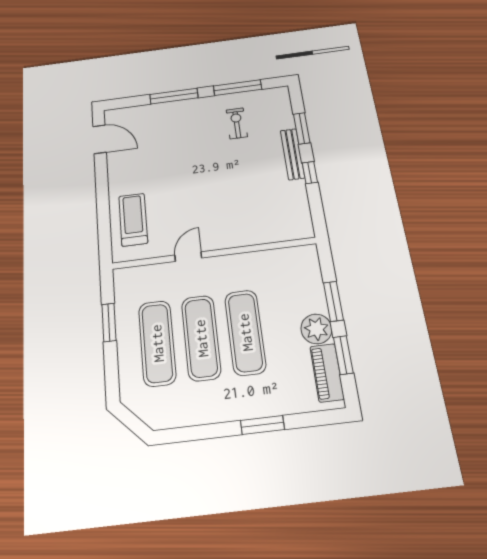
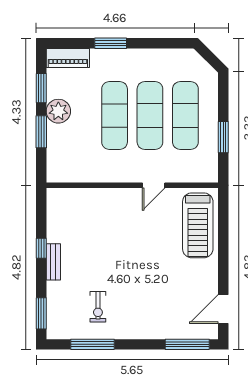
window: (174, 96) -> (187, 344), moved
window: (302, 128) -> (41, 313), moved
door: (100, 139) -> (223, 309), hinge flipped
bench: (292, 154) -> (53, 262), width x0.73
treadmill: (133, 220) -> (198, 225), width x1.37, depth x1.38
piano: (327, 373) -> (68, 58), moved, turned 90

